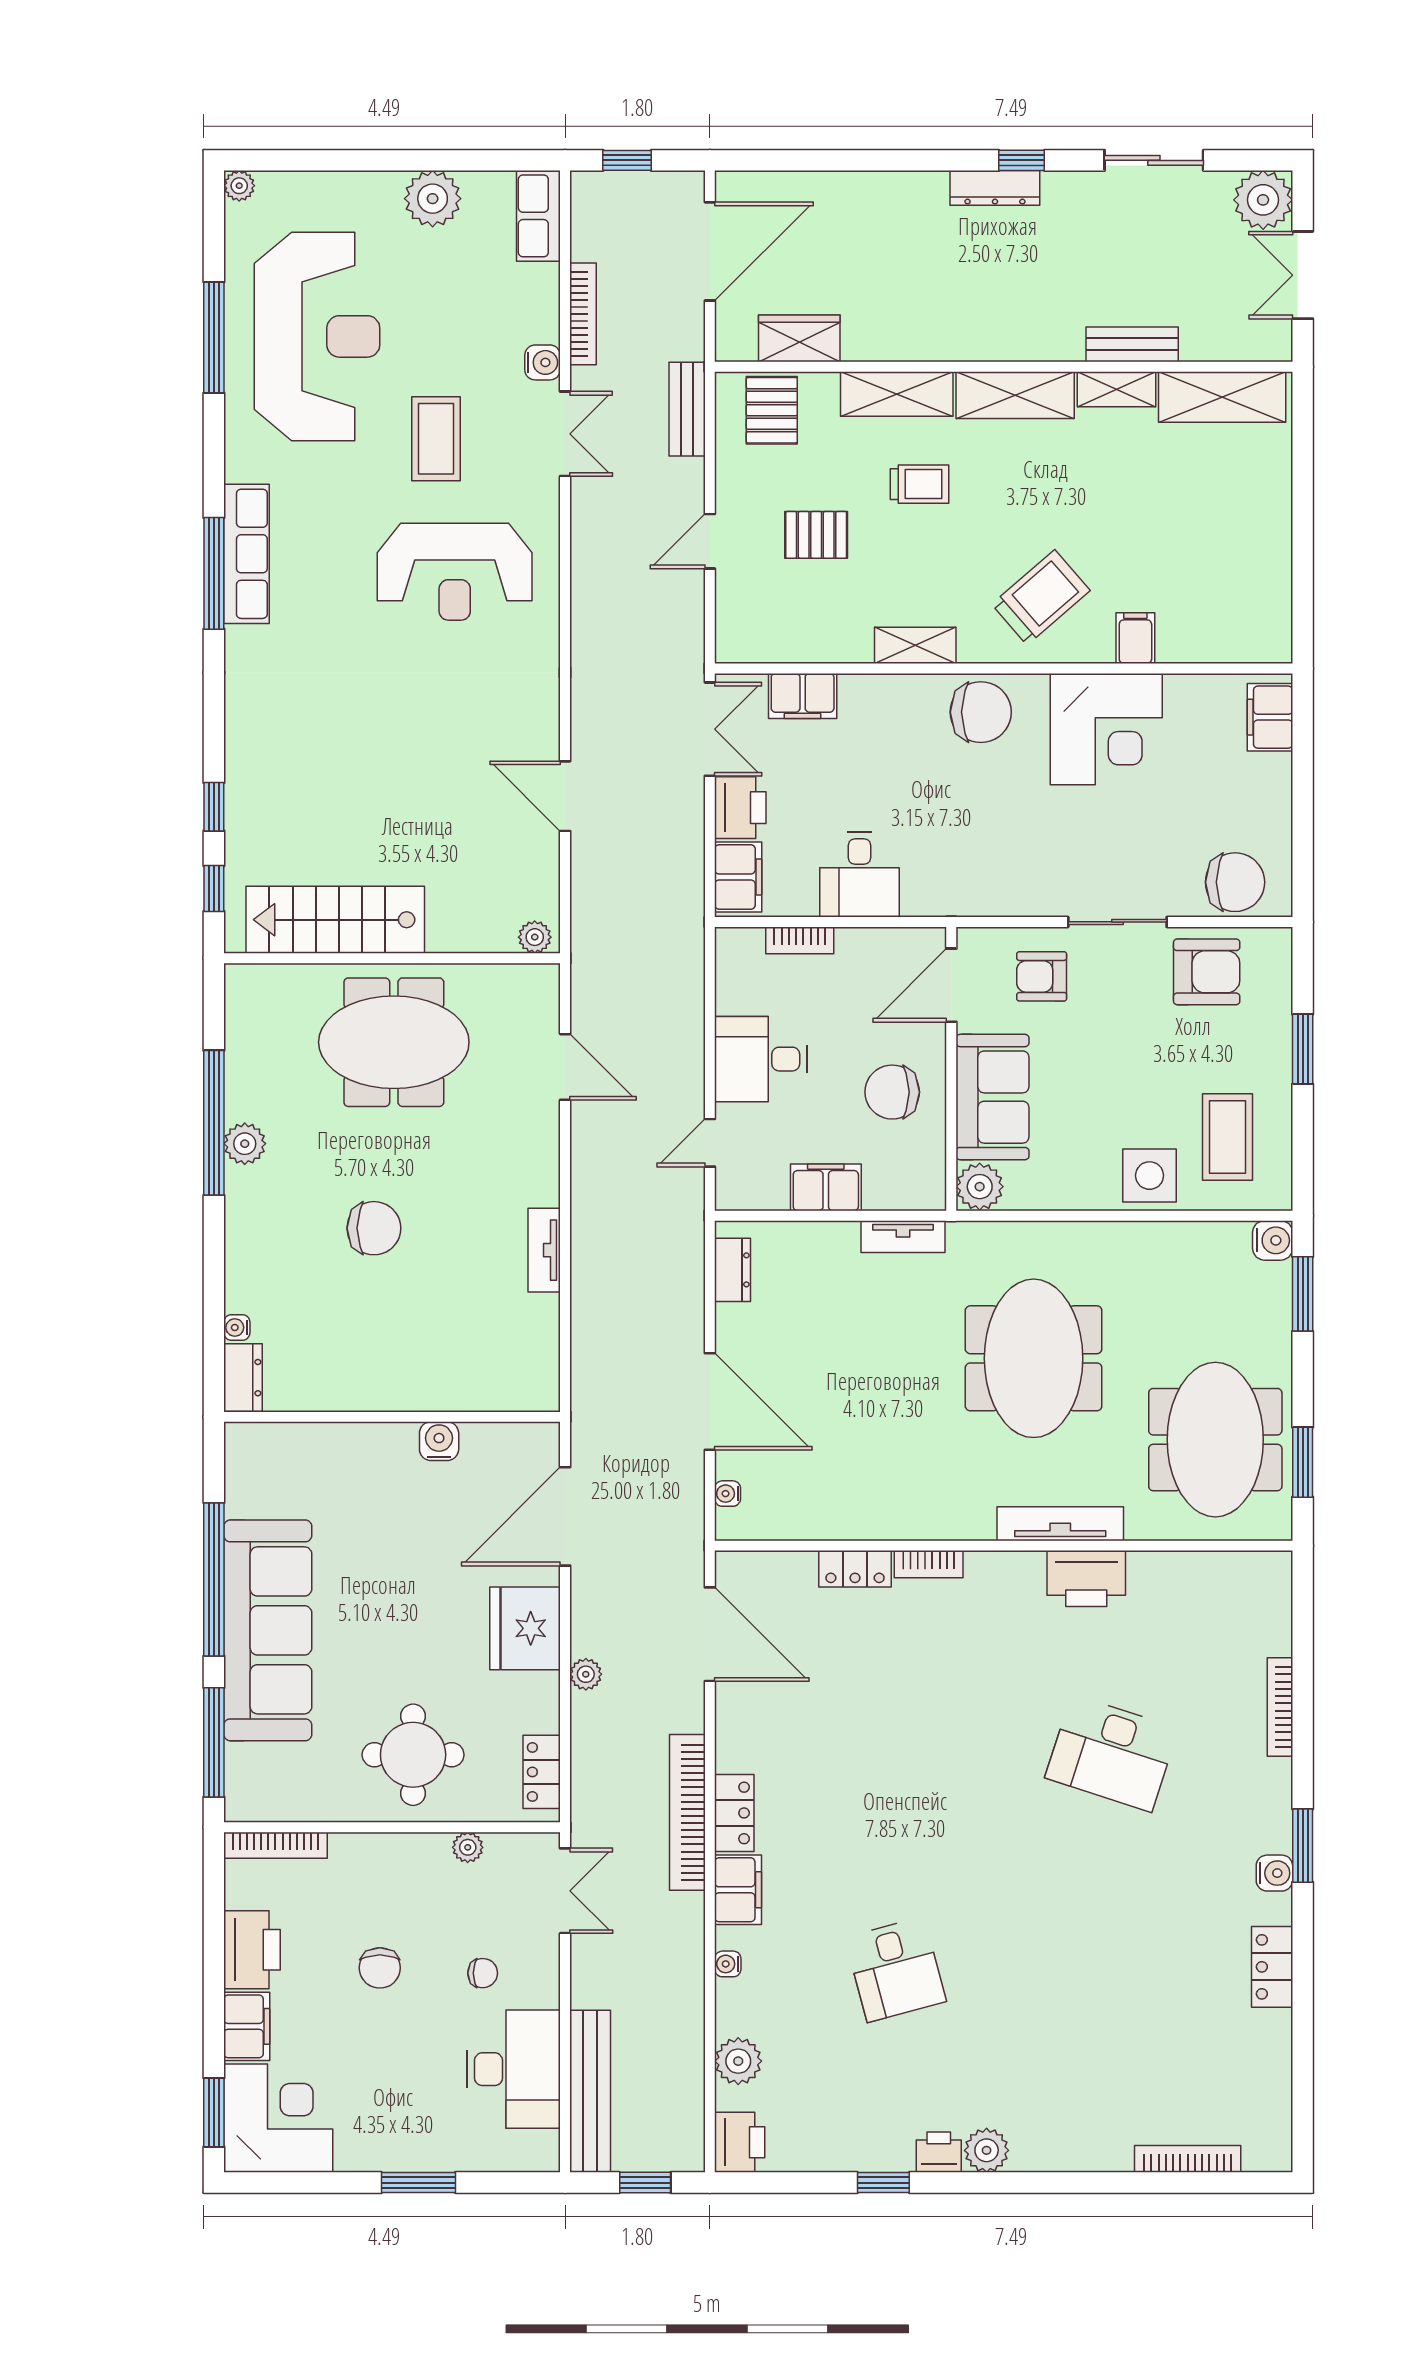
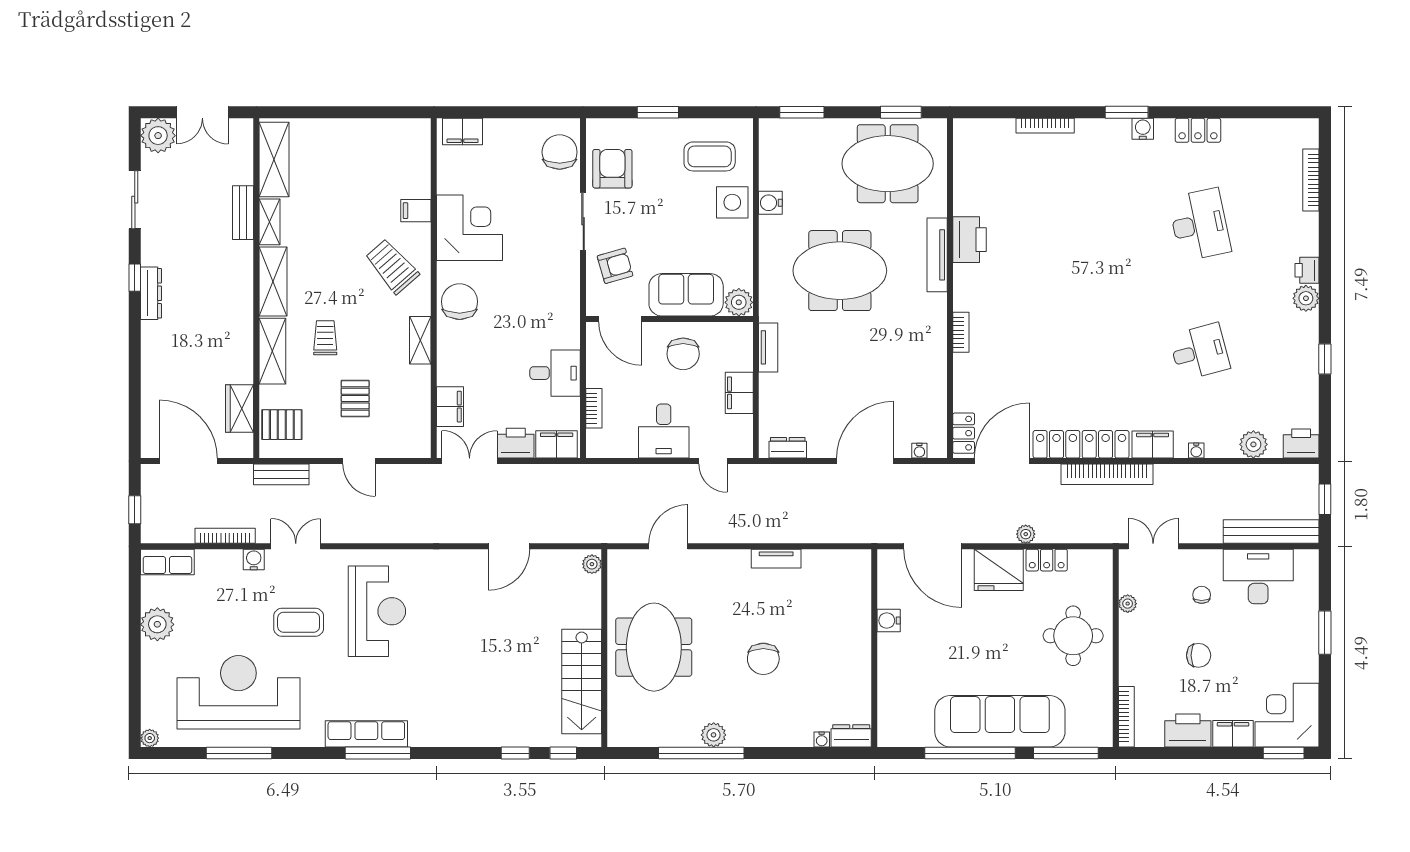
armchair: (1042, 976) -> (615, 266), turned -106
chair: (374, 1228) -> (763, 659), turned 180
water cooler: (1273, 1240) -> (770, 203), moved, turned -90
locker: (855, 1569) -> (964, 433), moved
desk: (1112, 1753) -> (1200, 225), moved, turned -30
locker: (542, 1772) -> (1047, 560), moved
locker: (734, 1813) -> (1081, 444), width x2.16, depth x1.21
printer: (939, 2152) -> (1307, 270), moved

